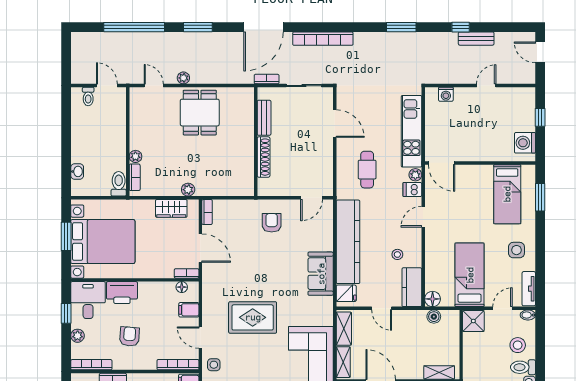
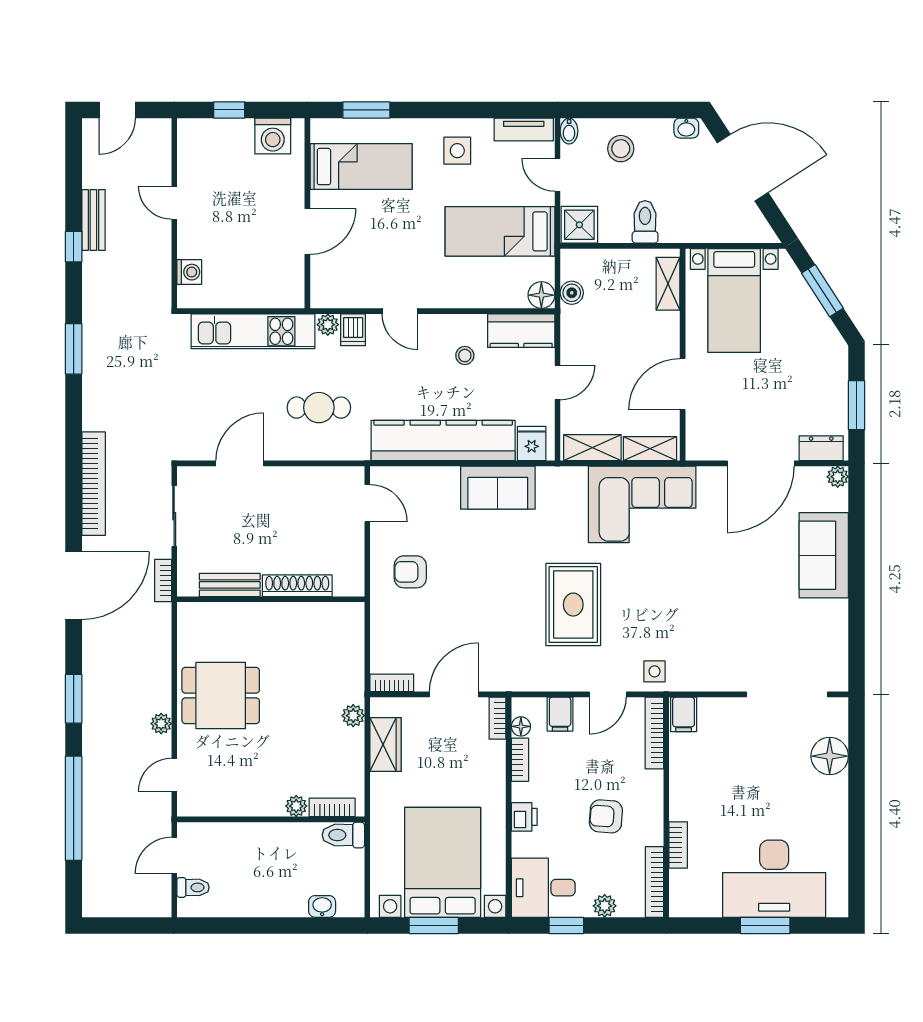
door: (264, 27) -> (74, 586), hinge flipped
door: (442, 163) -> (307, 232), moved
bookcase: (162, 286) -> (520, 760), added
printer: (122, 293) -> (524, 817), width x0.53, depth x0.68
toilet: (523, 367) -> (645, 222), moved, turned 180

